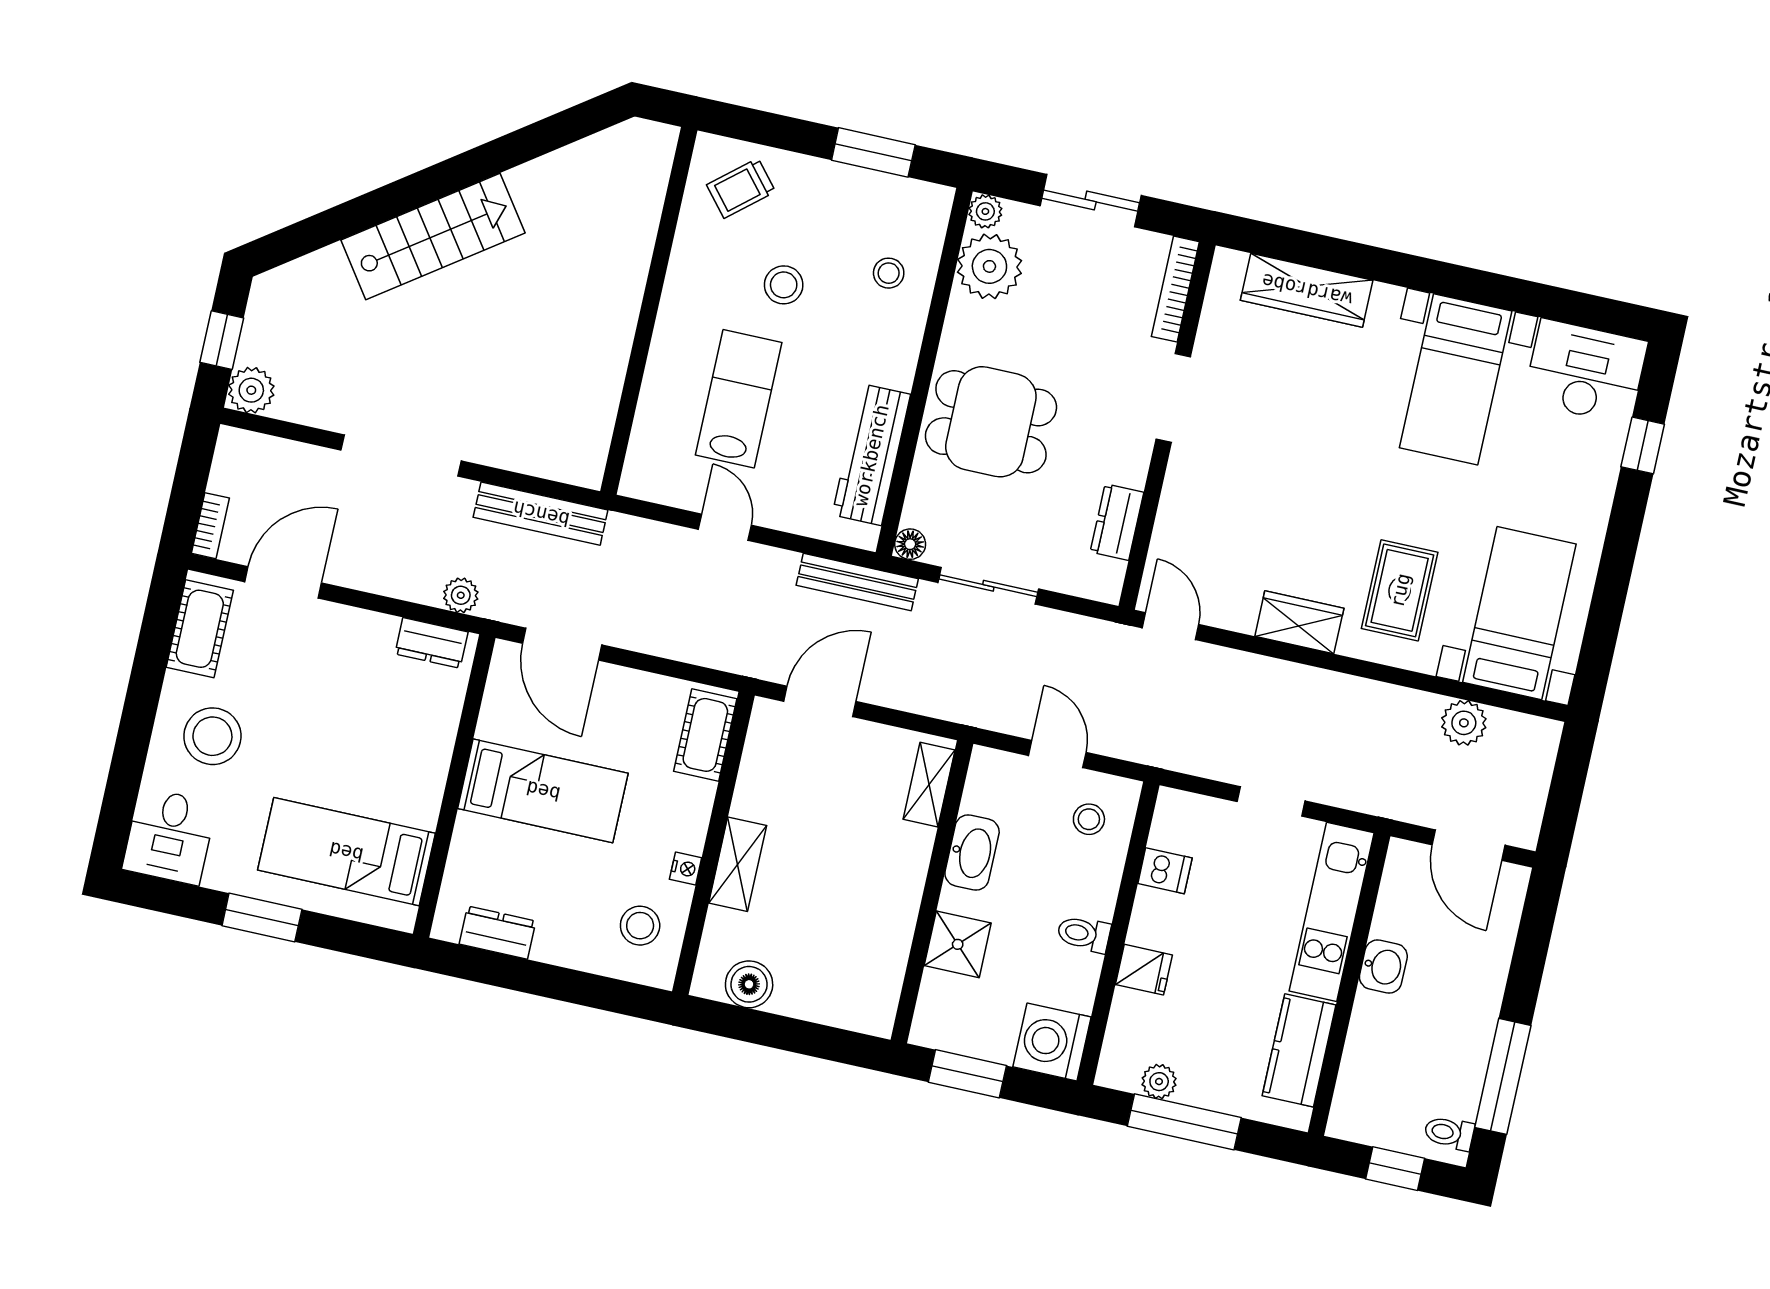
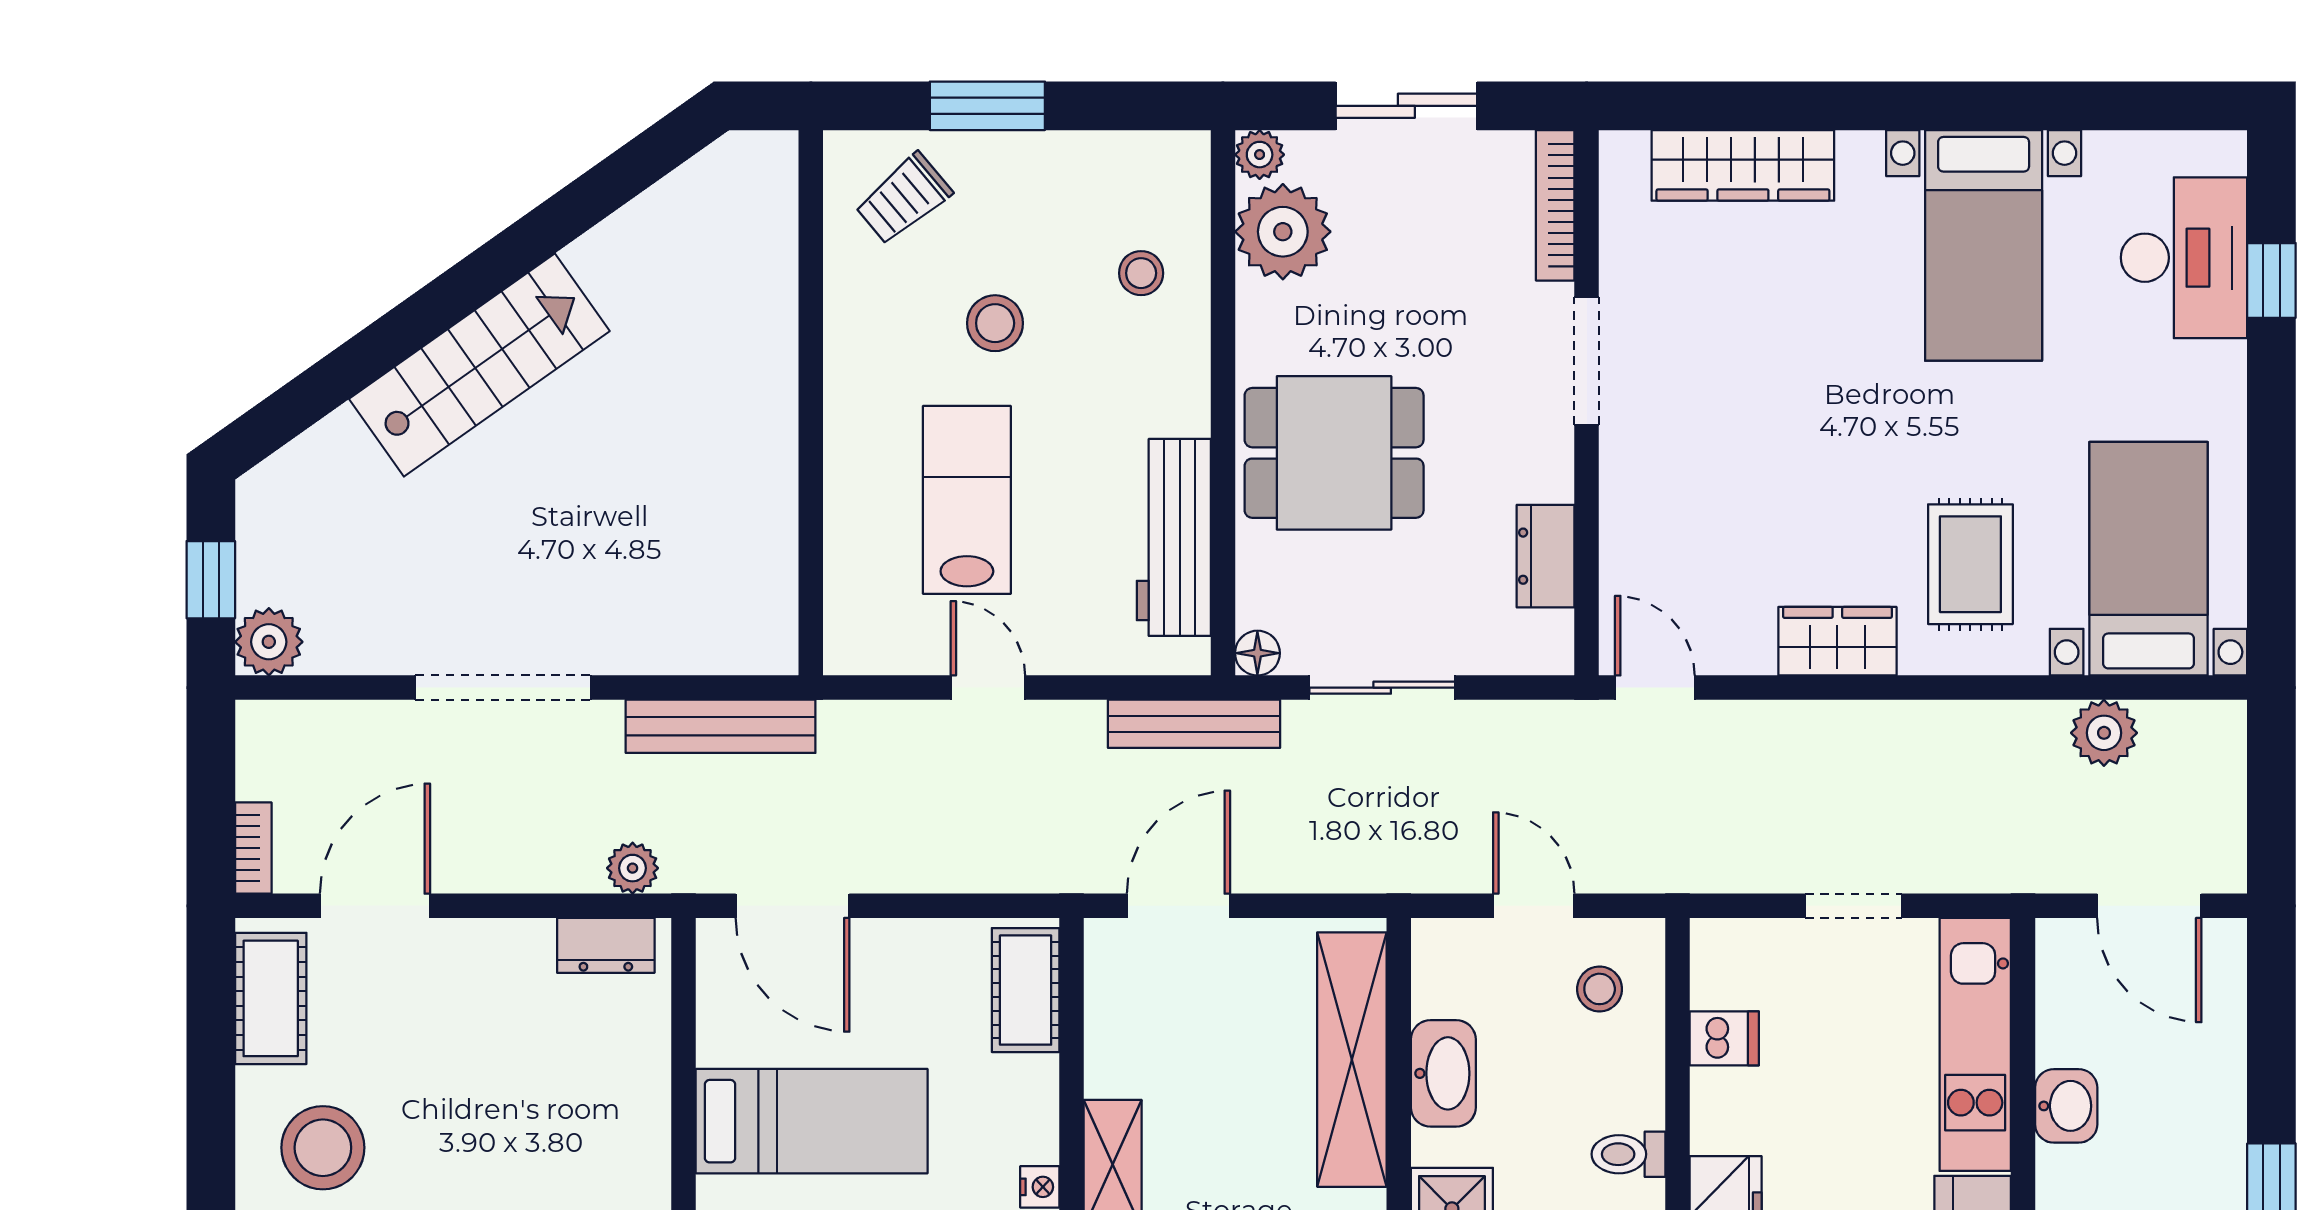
window: (873, 152) -> (987, 106), moved
desk: (1585, 372) -> (2184, 258), moved, turned 90
shelving: (929, 785) -> (1352, 1060), width x2.20, depth x1.33

